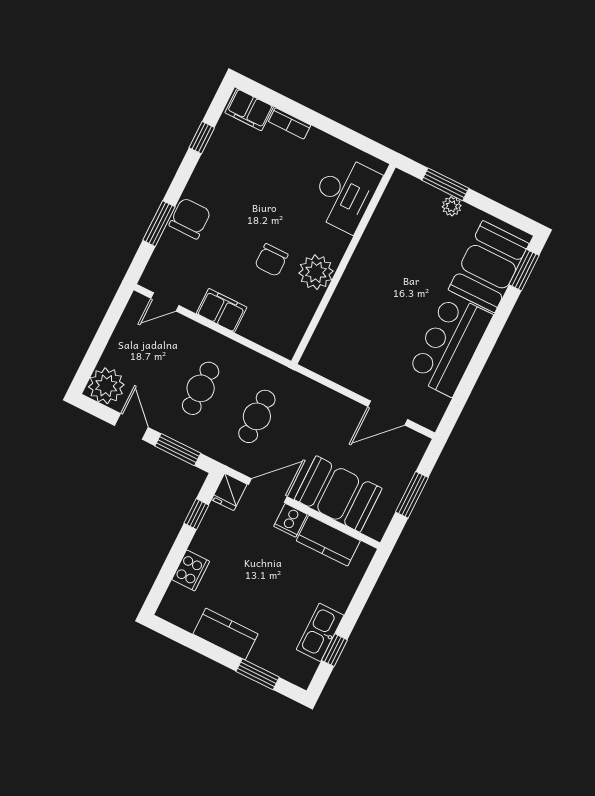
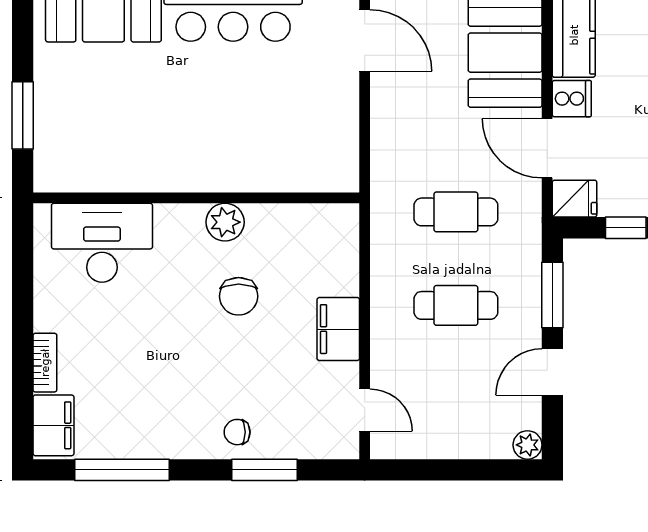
window: (202, 138) -> (122, 470), width x2.17
plant: (452, 206) -> (48, 92), removed
chair: (190, 218) -> (237, 432), width x0.54, depth x0.54
chair: (271, 260) -> (239, 296), turned 90
plant: (316, 272) -> (225, 222), width x0.73, depth x0.73
plant: (106, 386) -> (527, 445), width x0.53, depth x0.53

